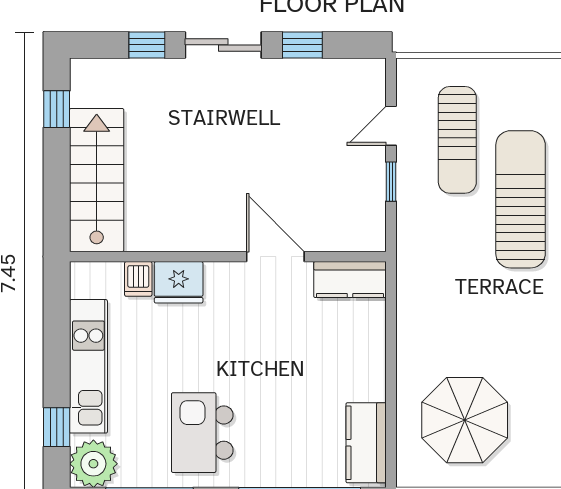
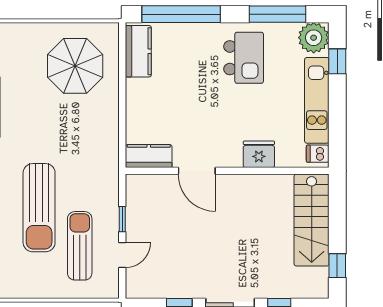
dishwasher: (138, 279) -> (318, 154), moved, turned -90

